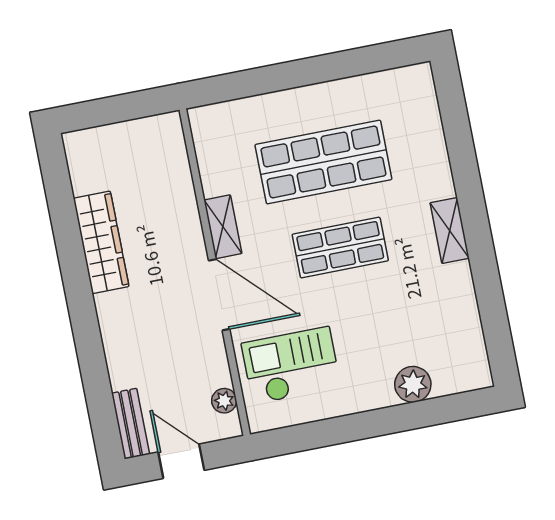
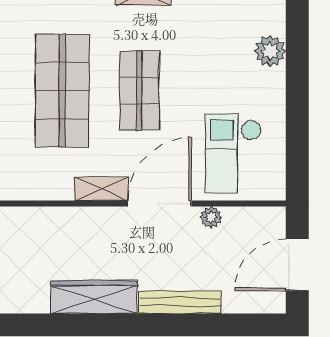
plant: (224, 401) -> (211, 217), moved
bench: (131, 424) -> (180, 302), moved, width x1.36
door: (181, 461) -> (297, 265), width x1.38

